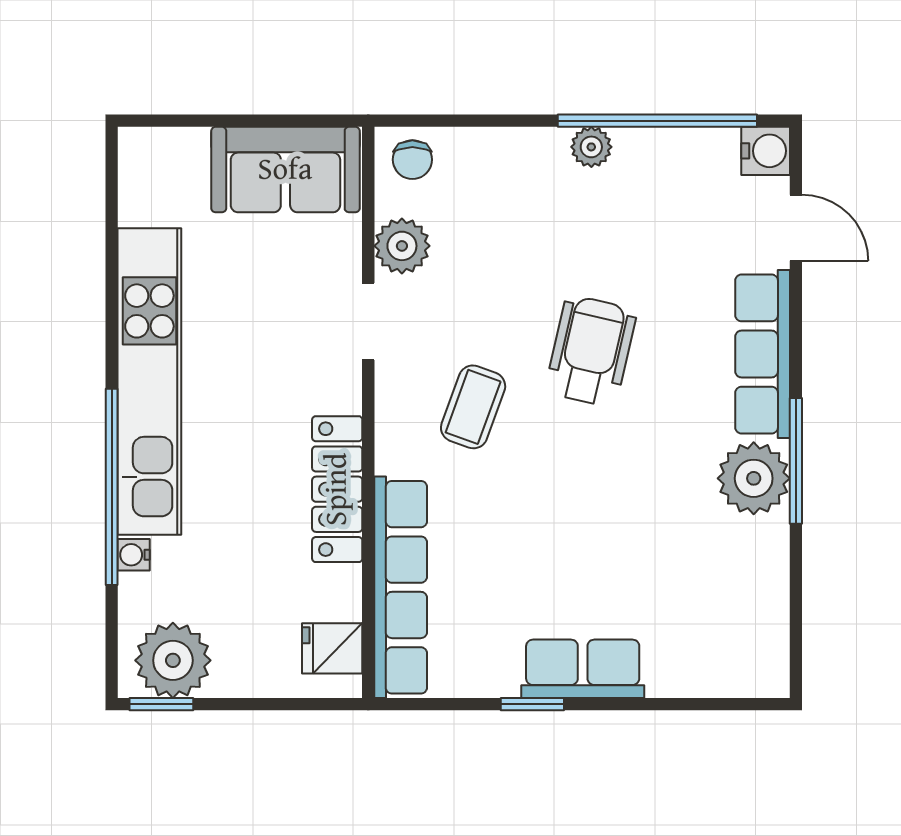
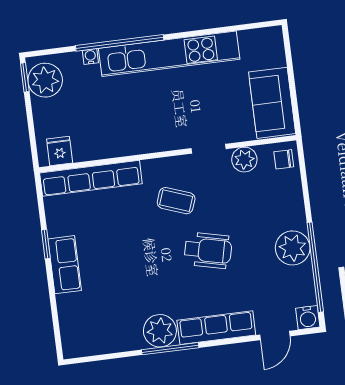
plant: (591, 147) -> (293, 248), width x1.88, depth x1.88
locker: (337, 489) -> (131, 144), removed

